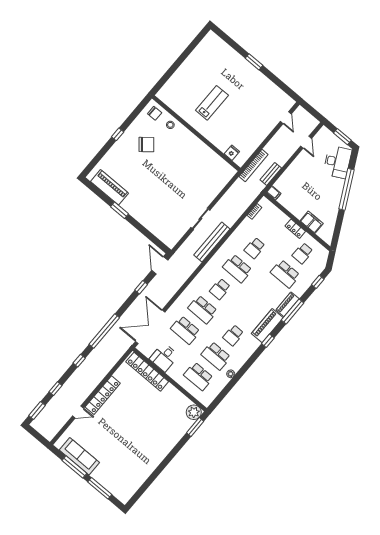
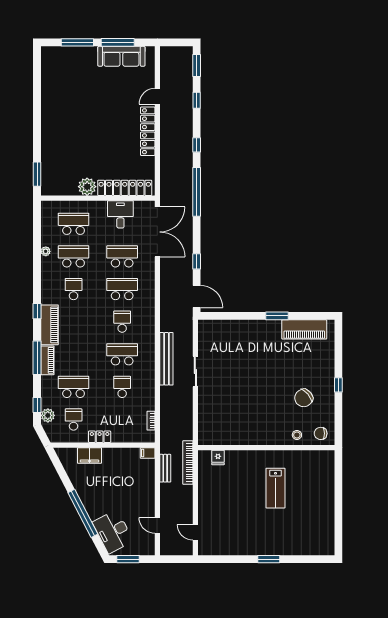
plant: (317, 270) -> (48, 415), added
plant: (194, 412) -> (87, 187), moved

